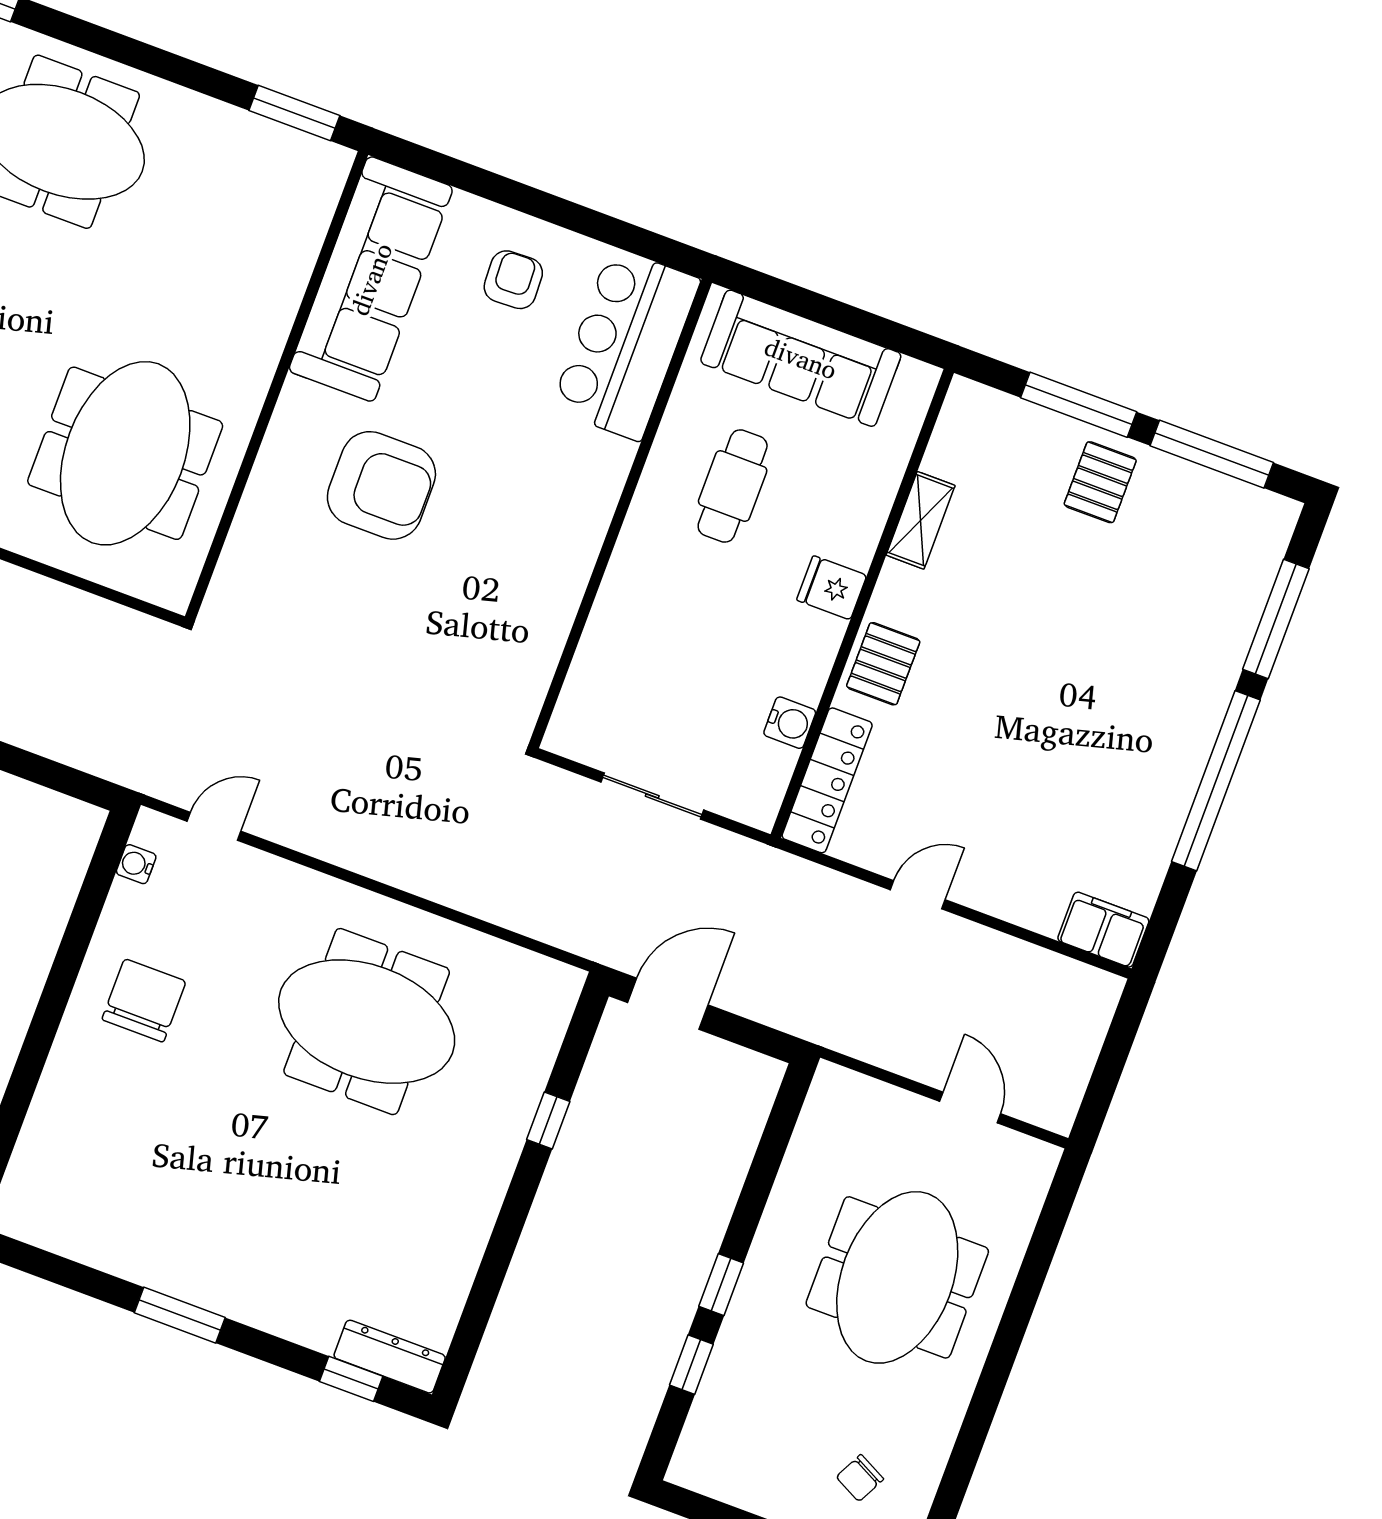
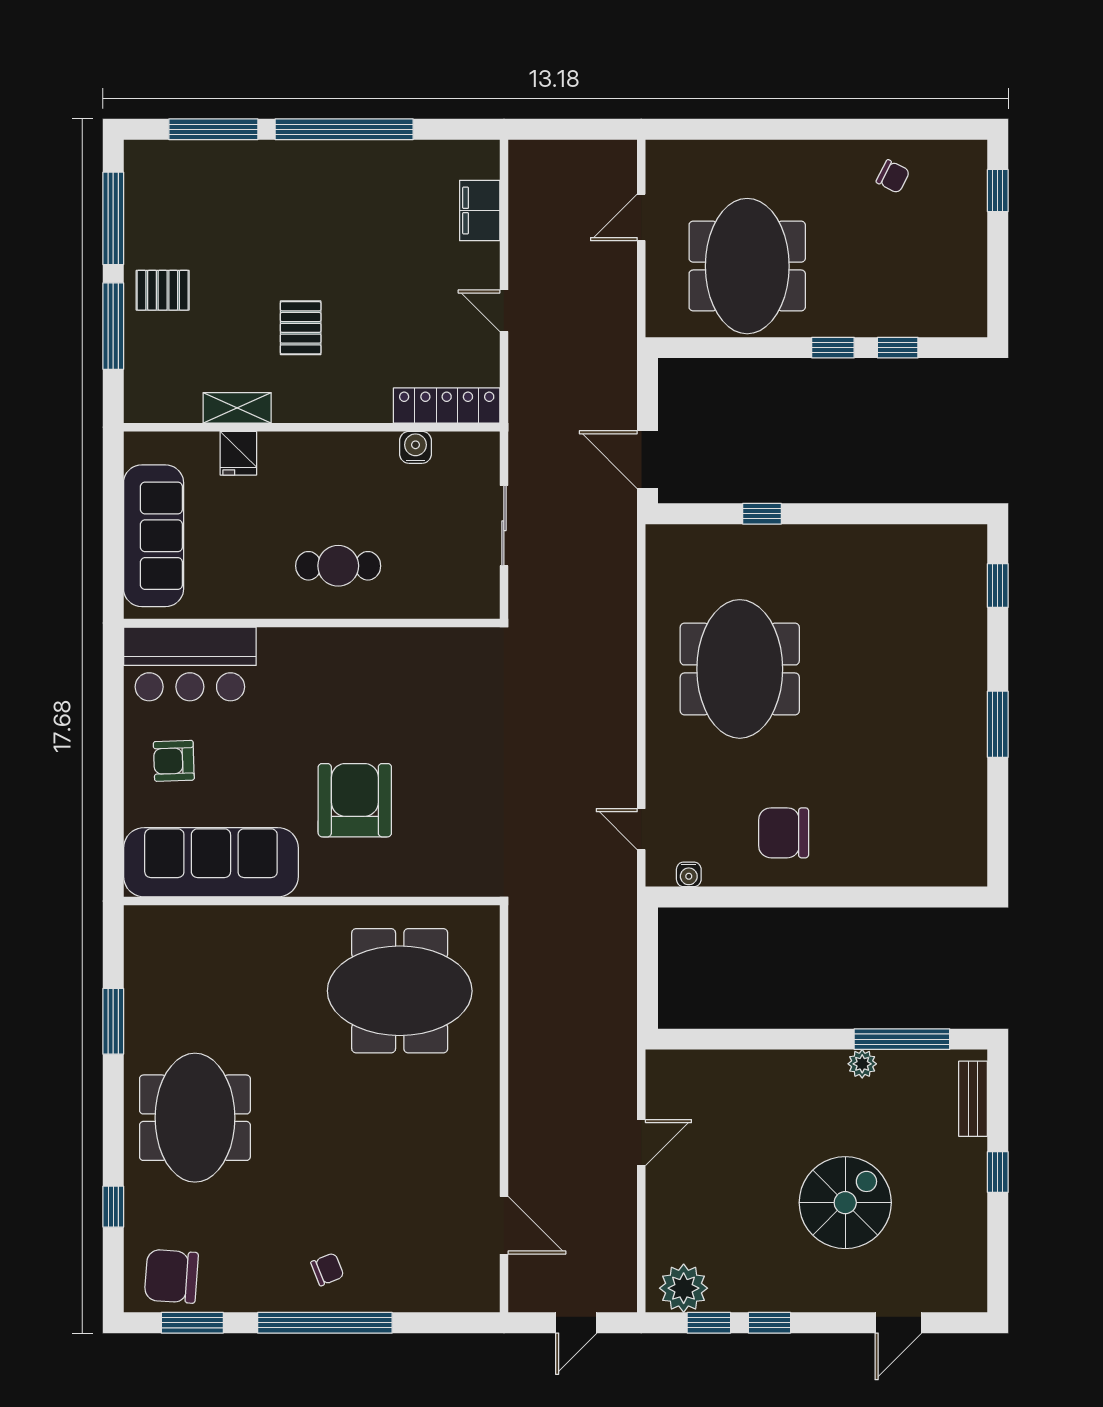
window: (294, 113) -> (113, 1021), moved
cafe table: (733, 486) -> (338, 566), moved
fridge: (832, 588) -> (238, 453), moved
pallet: (883, 664) -> (301, 328), moved, turned 90
filing cabinet: (1103, 930) -> (480, 211), moved
meeting table: (897, 1277) -> (747, 266), moved, turned 90
dresser: (390, 1357) -> (972, 564), removed
chair: (860, 1478) -> (893, 176), moved

